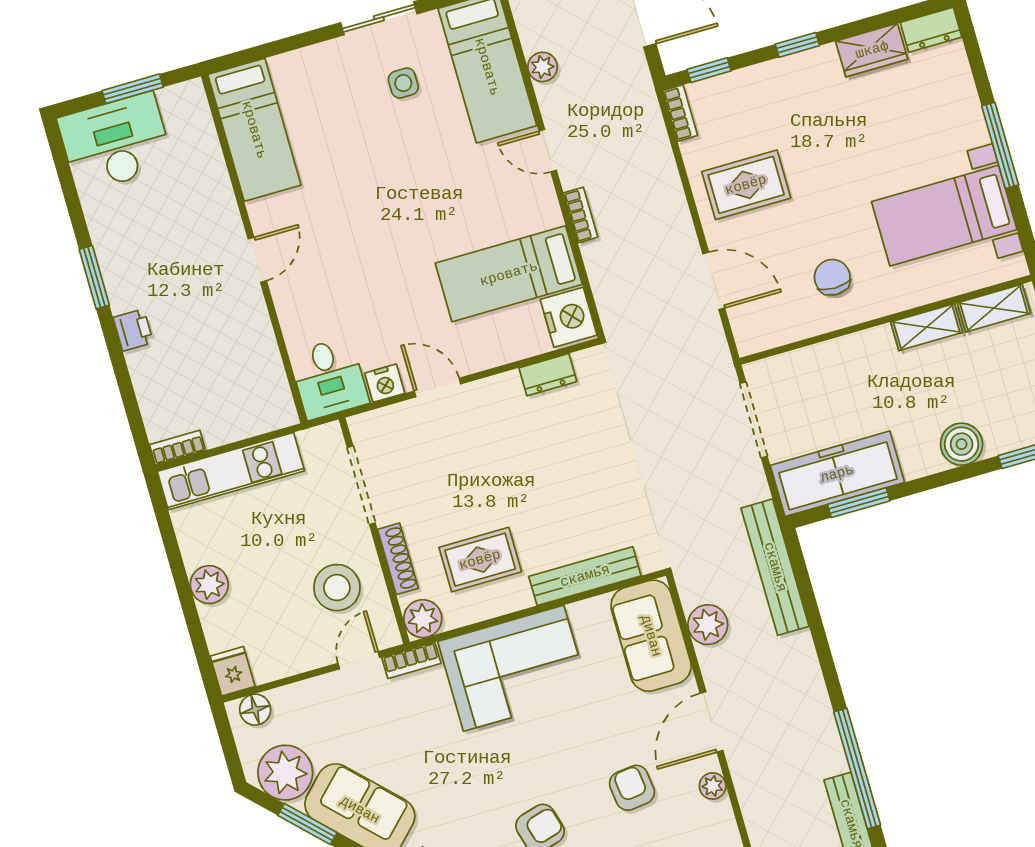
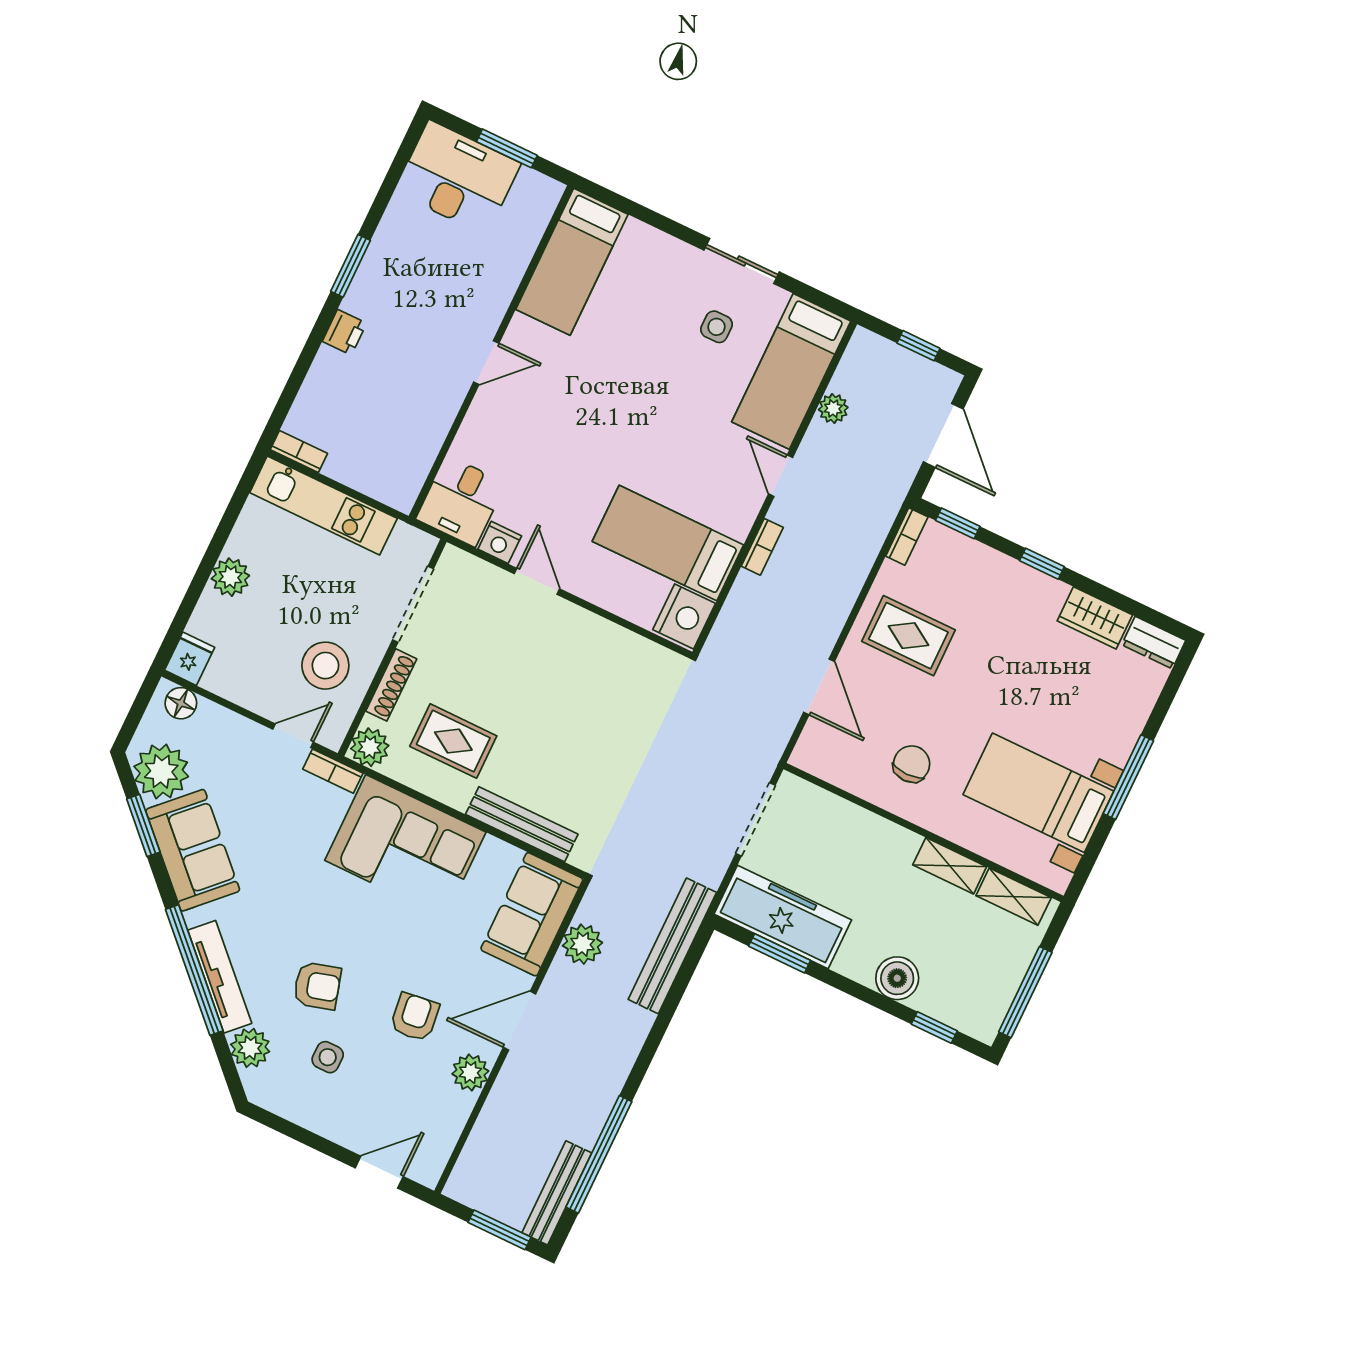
dresser: (548, 375) -> (630, 646), removed
plant: (713, 786) -> (470, 1072), width x1.38, depth x1.38

